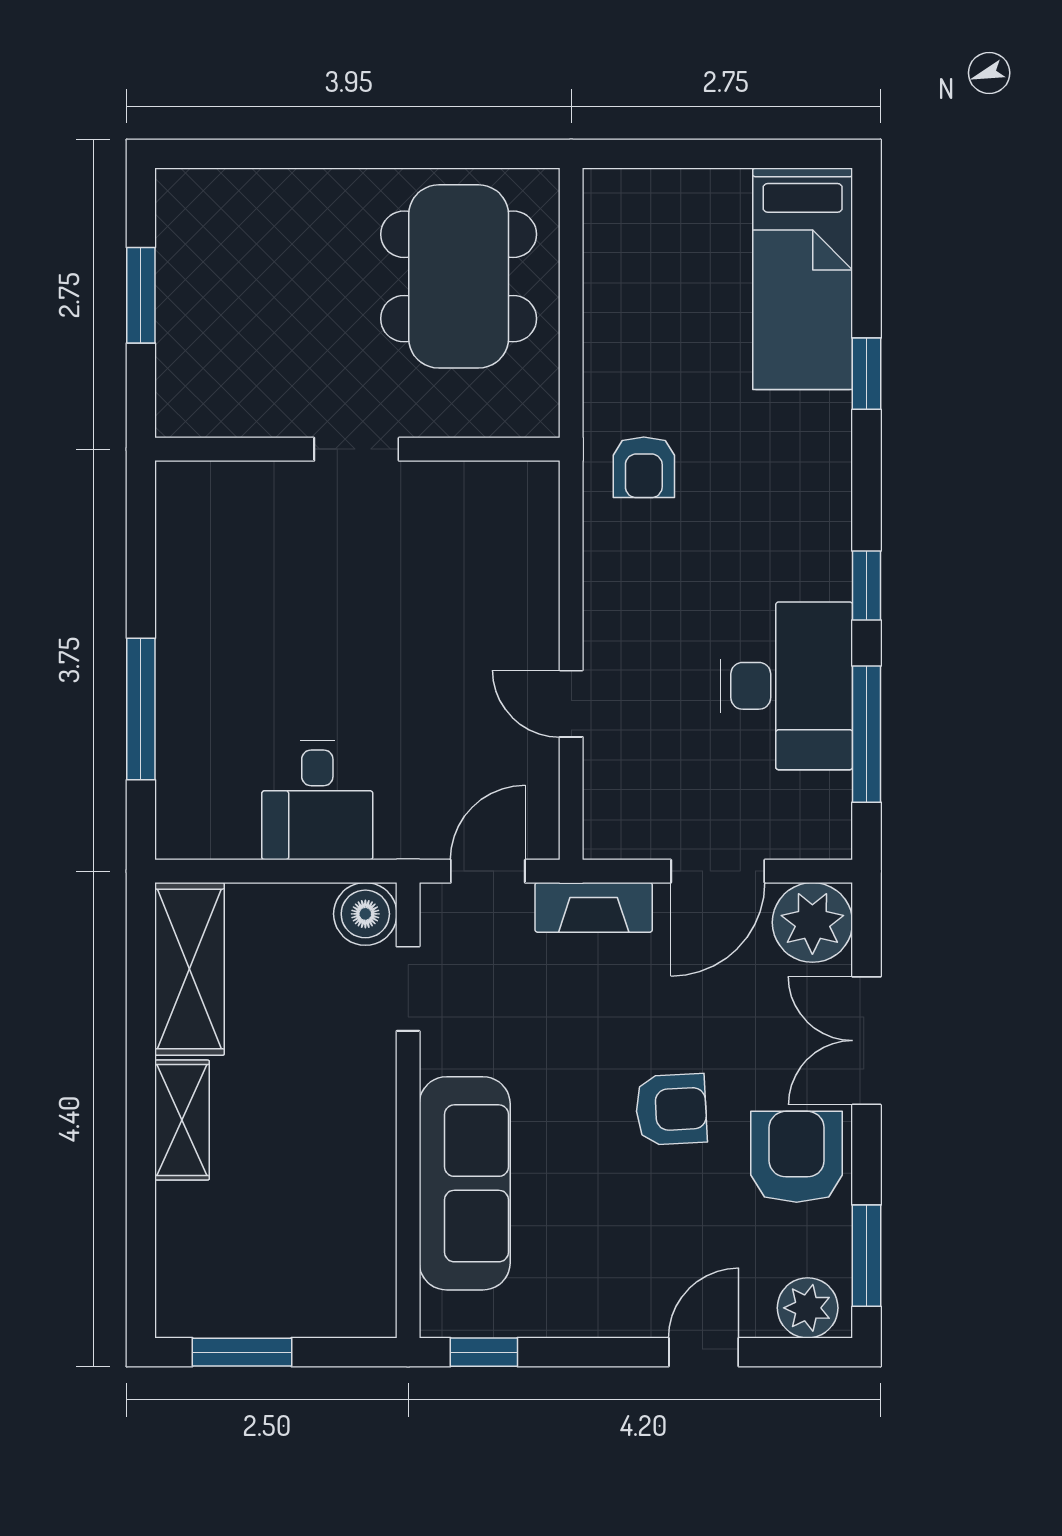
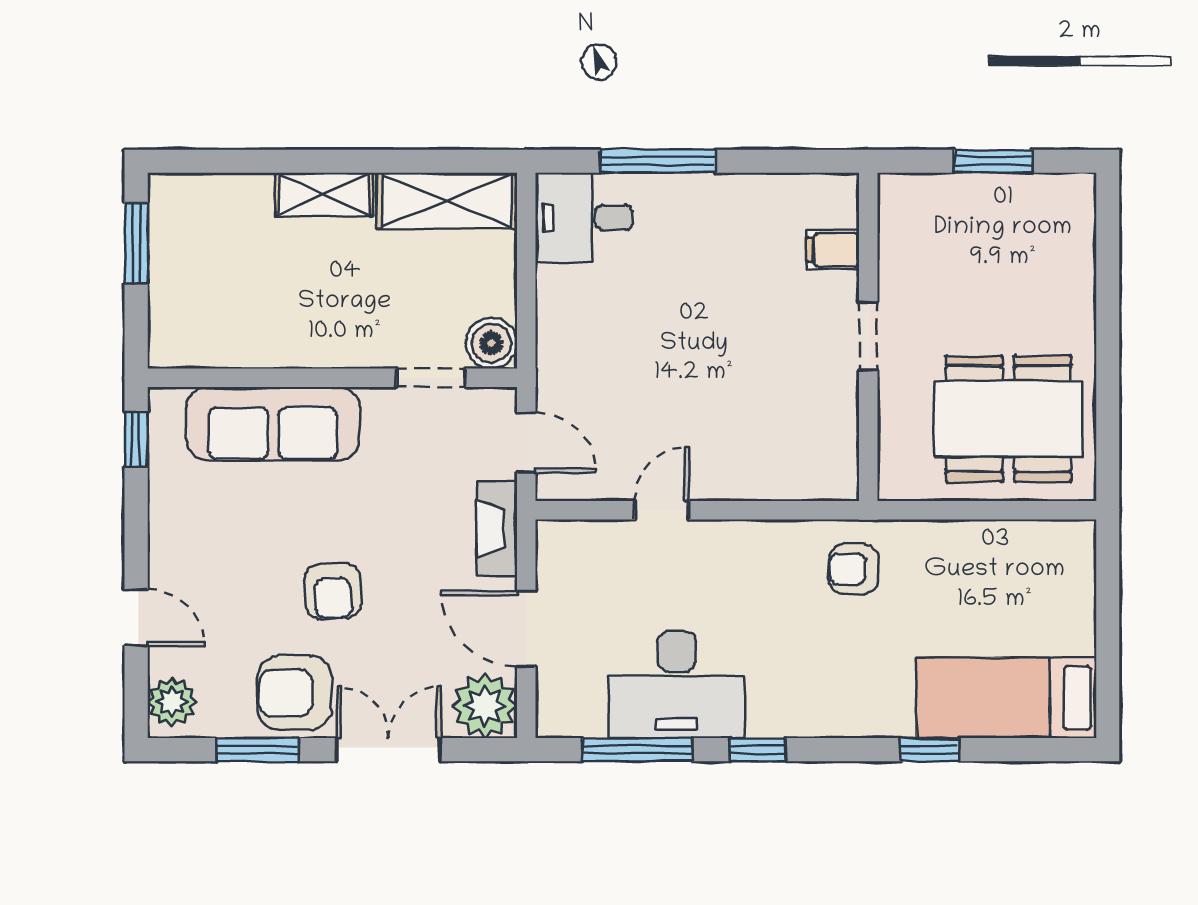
filing cabinet: (250, 493) -> (833, 250), added
desk: (317, 800) -> (584, 217), moved
armchair: (797, 1157) -> (294, 693), turned 180
window: (867, 1256) -> (257, 750), moved

